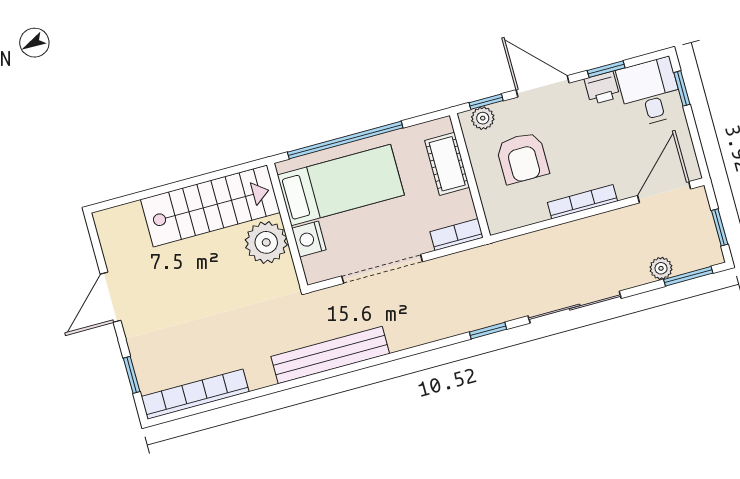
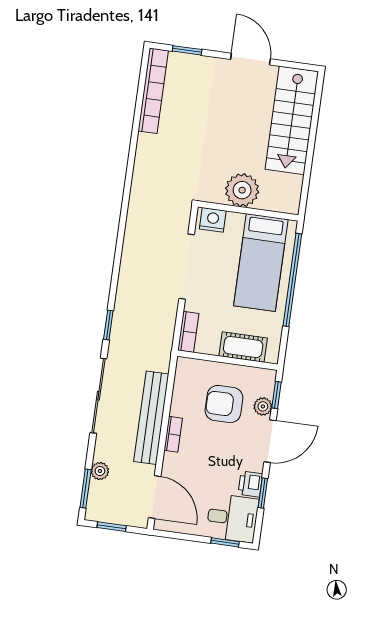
plant: (483, 118) -> (263, 406), moved
bookcase: (582, 202) -> (173, 434), width x0.64
stairs: (210, 206) -> (292, 120), moved
nightstand: (309, 239) -> (213, 220), moved
bench: (330, 355) -> (151, 418), moved

